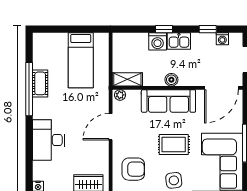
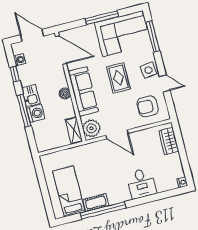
window: (164, 29) -> (24, 111), width x2.17
bed: (81, 60) -> (69, 191), moved, turned -90
plant: (120, 95) -> (91, 128), width x1.87, depth x1.87
desk: (49, 140) -> (141, 183), width x0.73
armchair: (133, 169) -> (148, 106), turned -90

